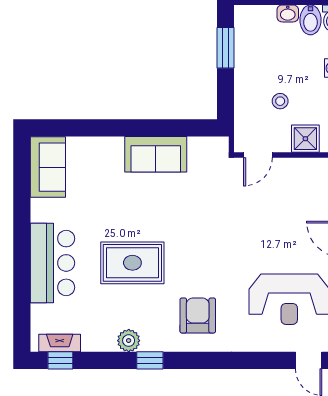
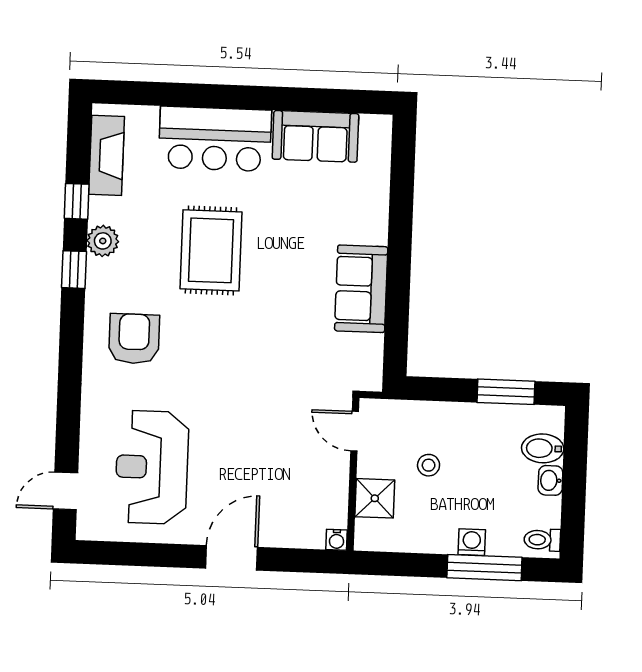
bidet: (310, 20) -> (543, 448), moved
sofa: (48, 167) -> (315, 136), moved
armchair: (198, 315) -> (134, 339), turned -90
fireplace: (60, 343) -> (107, 155), width x1.37, depth x1.32
window: (60, 360) -> (77, 201), moved

